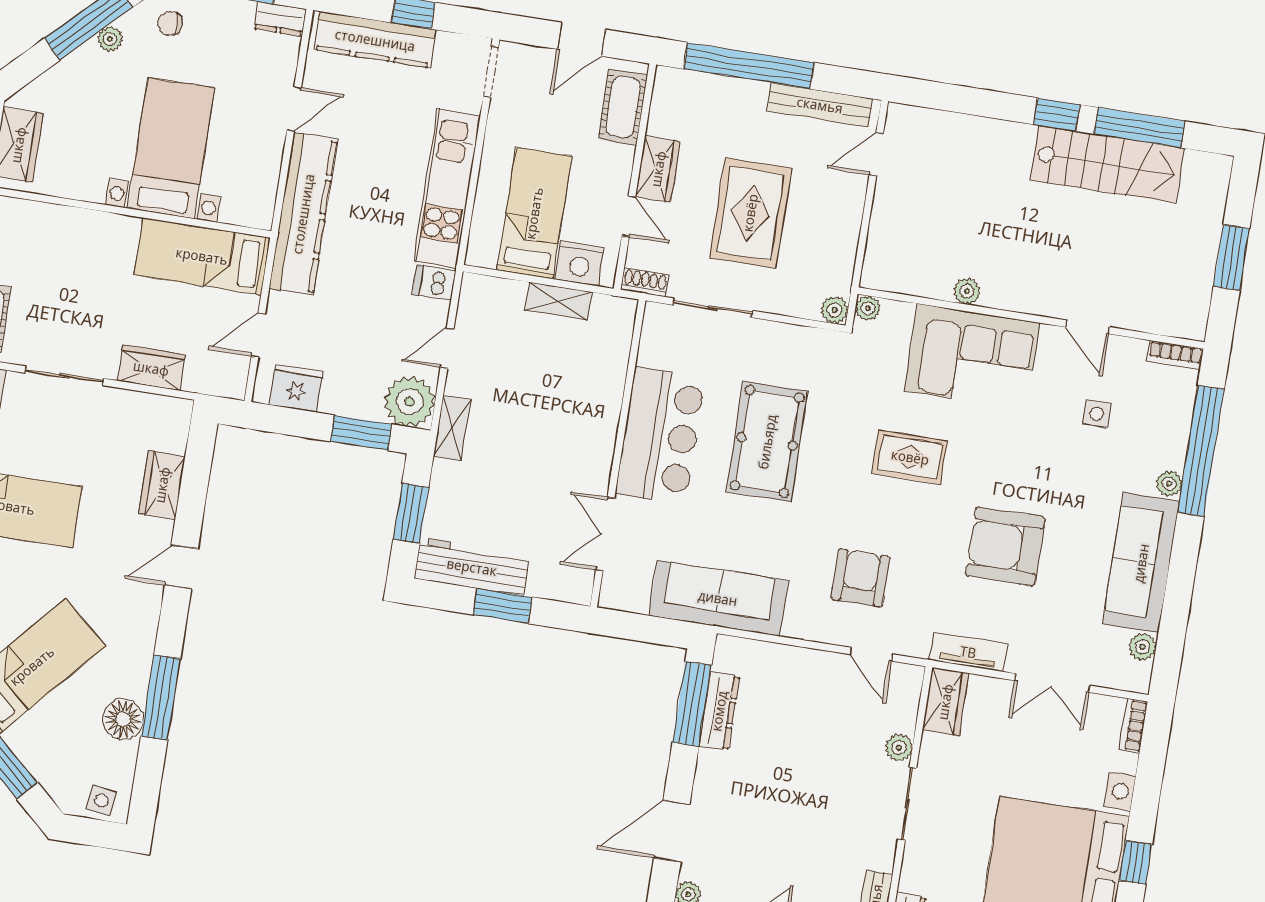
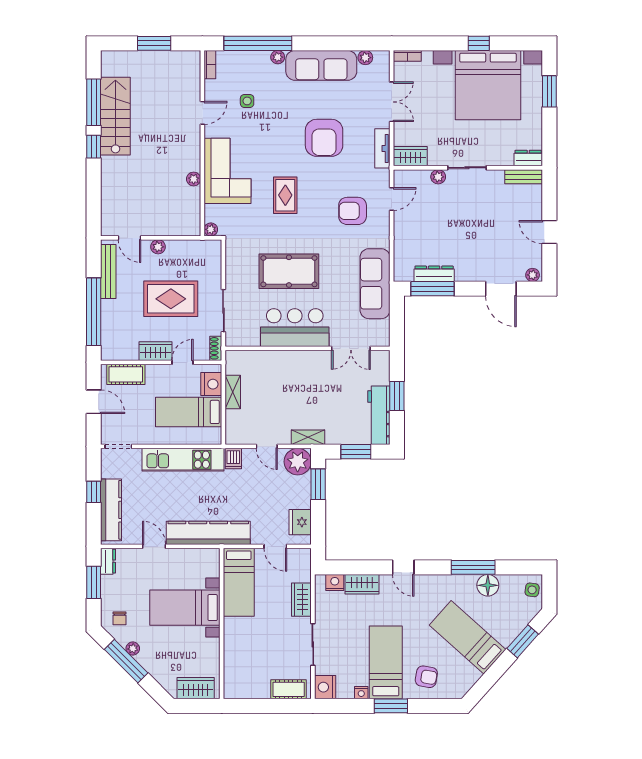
plant: (834, 310) -> (158, 247), moved
nightstand: (173, 435) -> (335, 583), added

